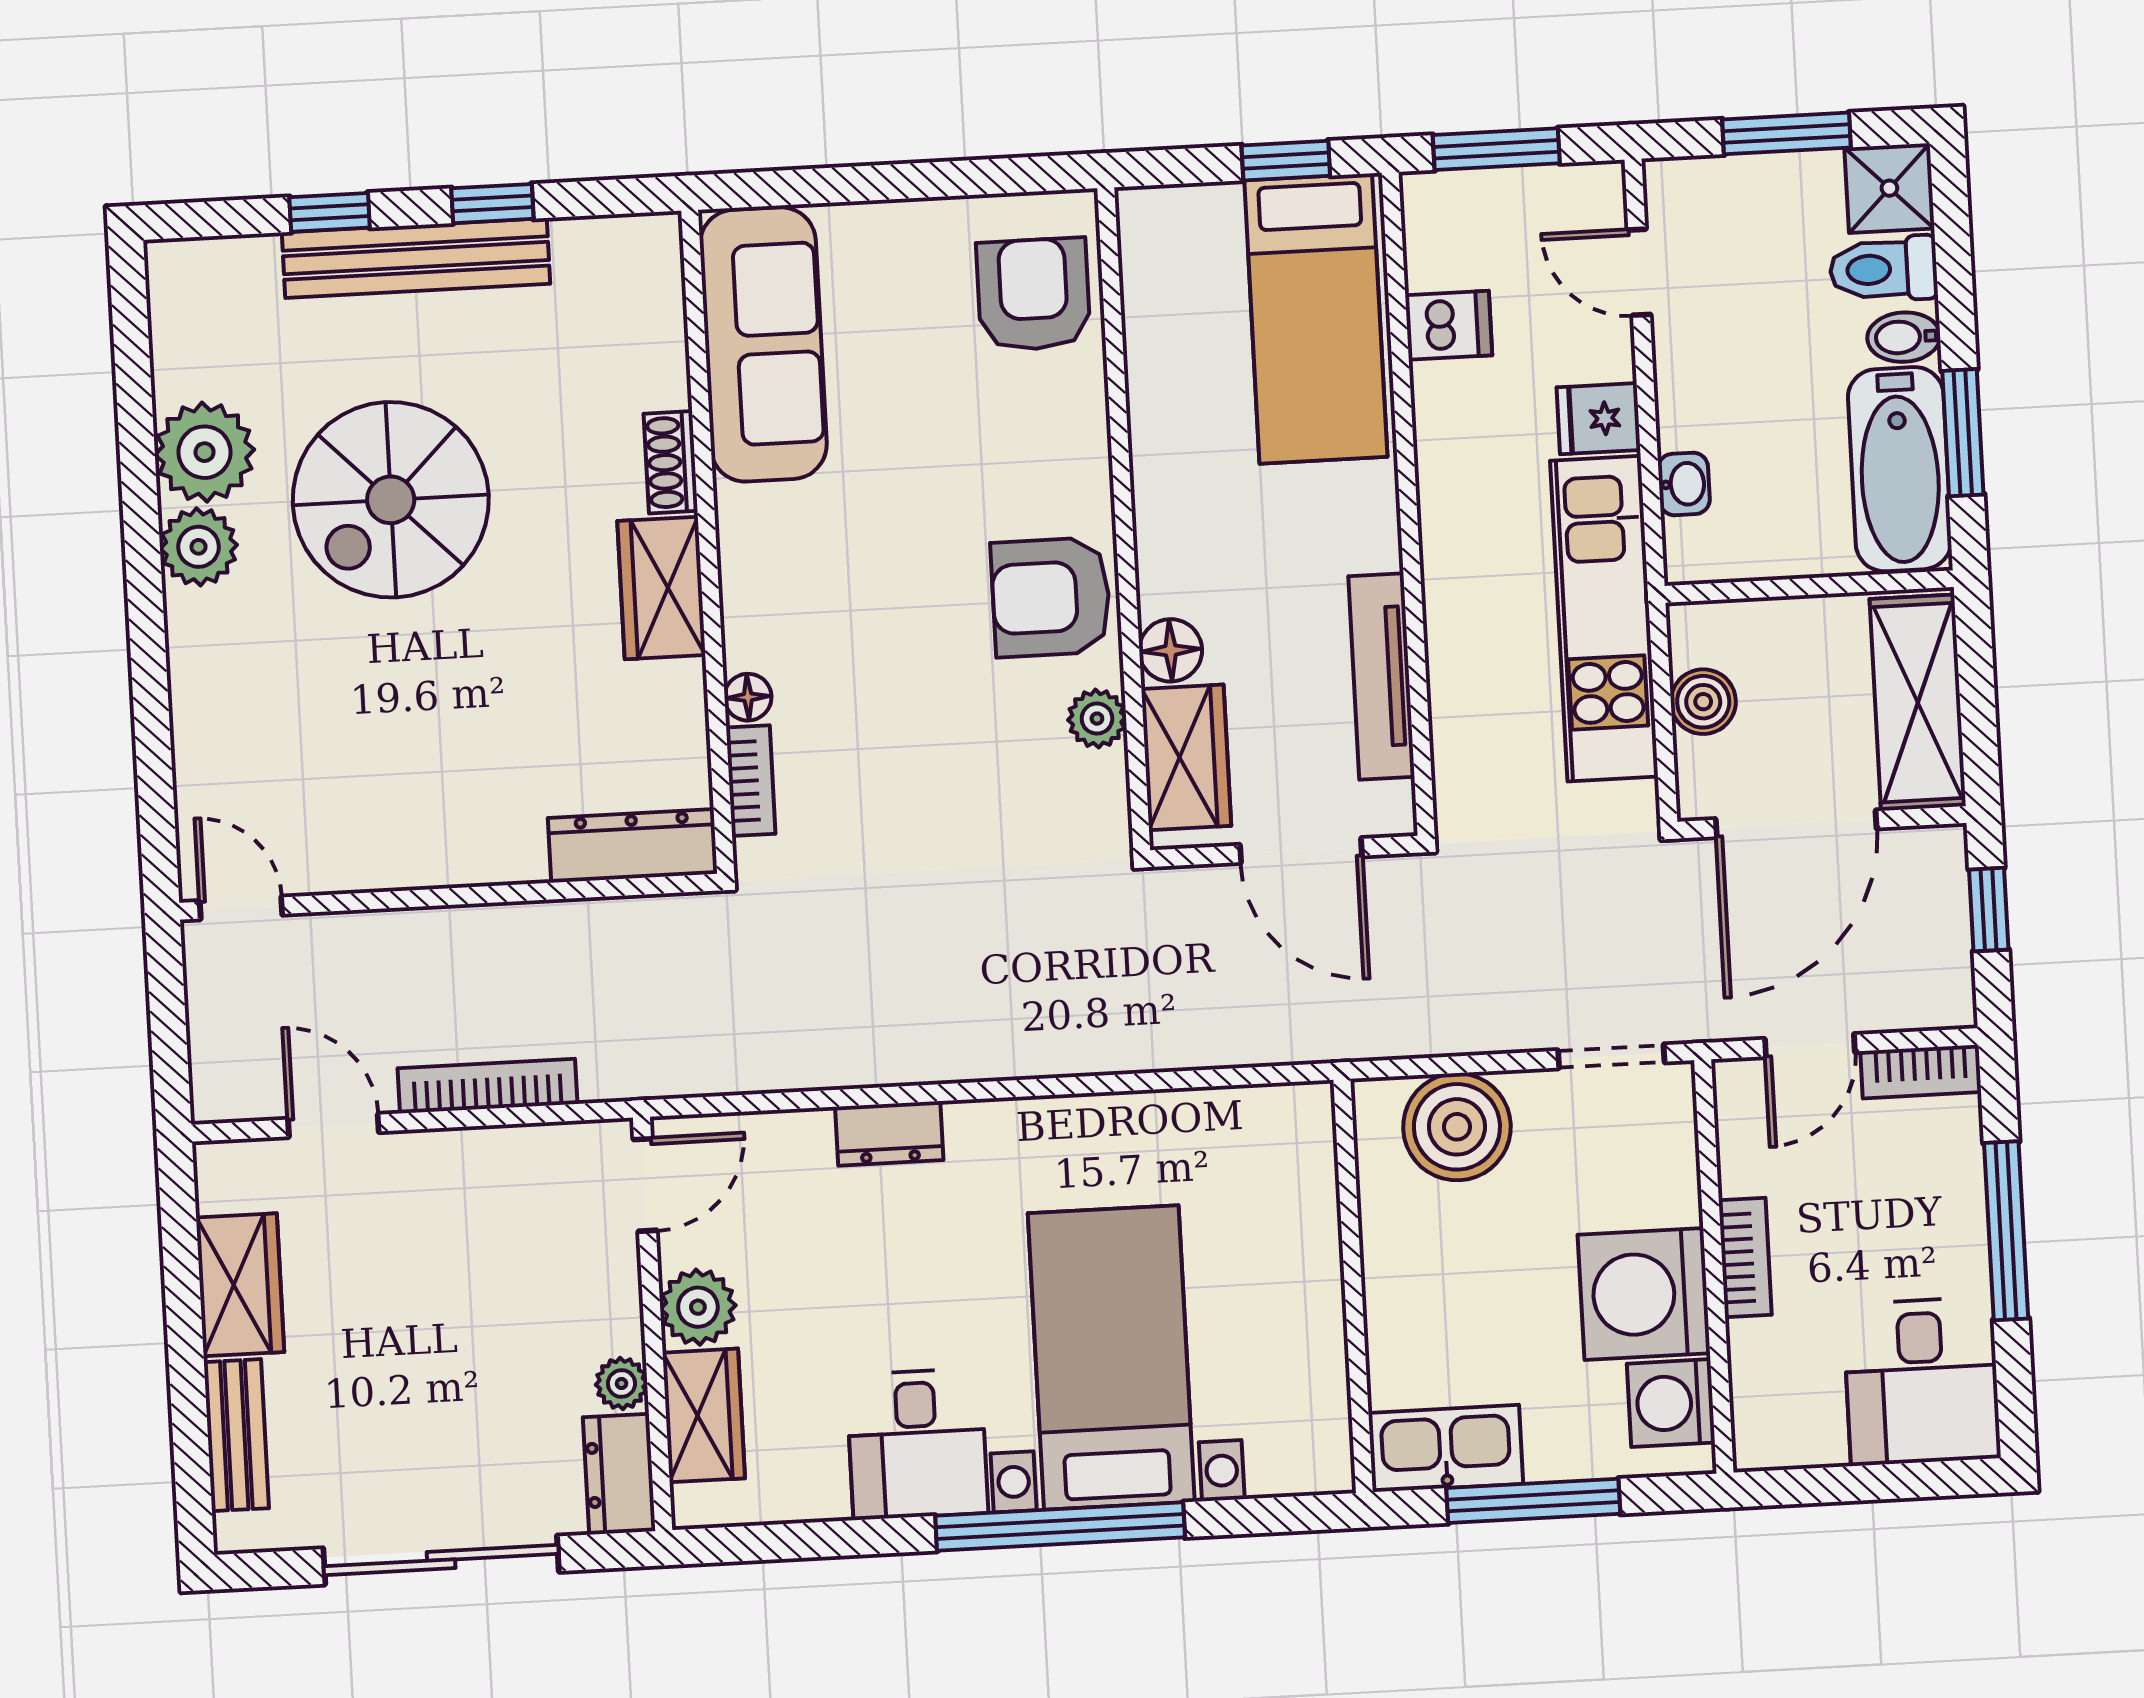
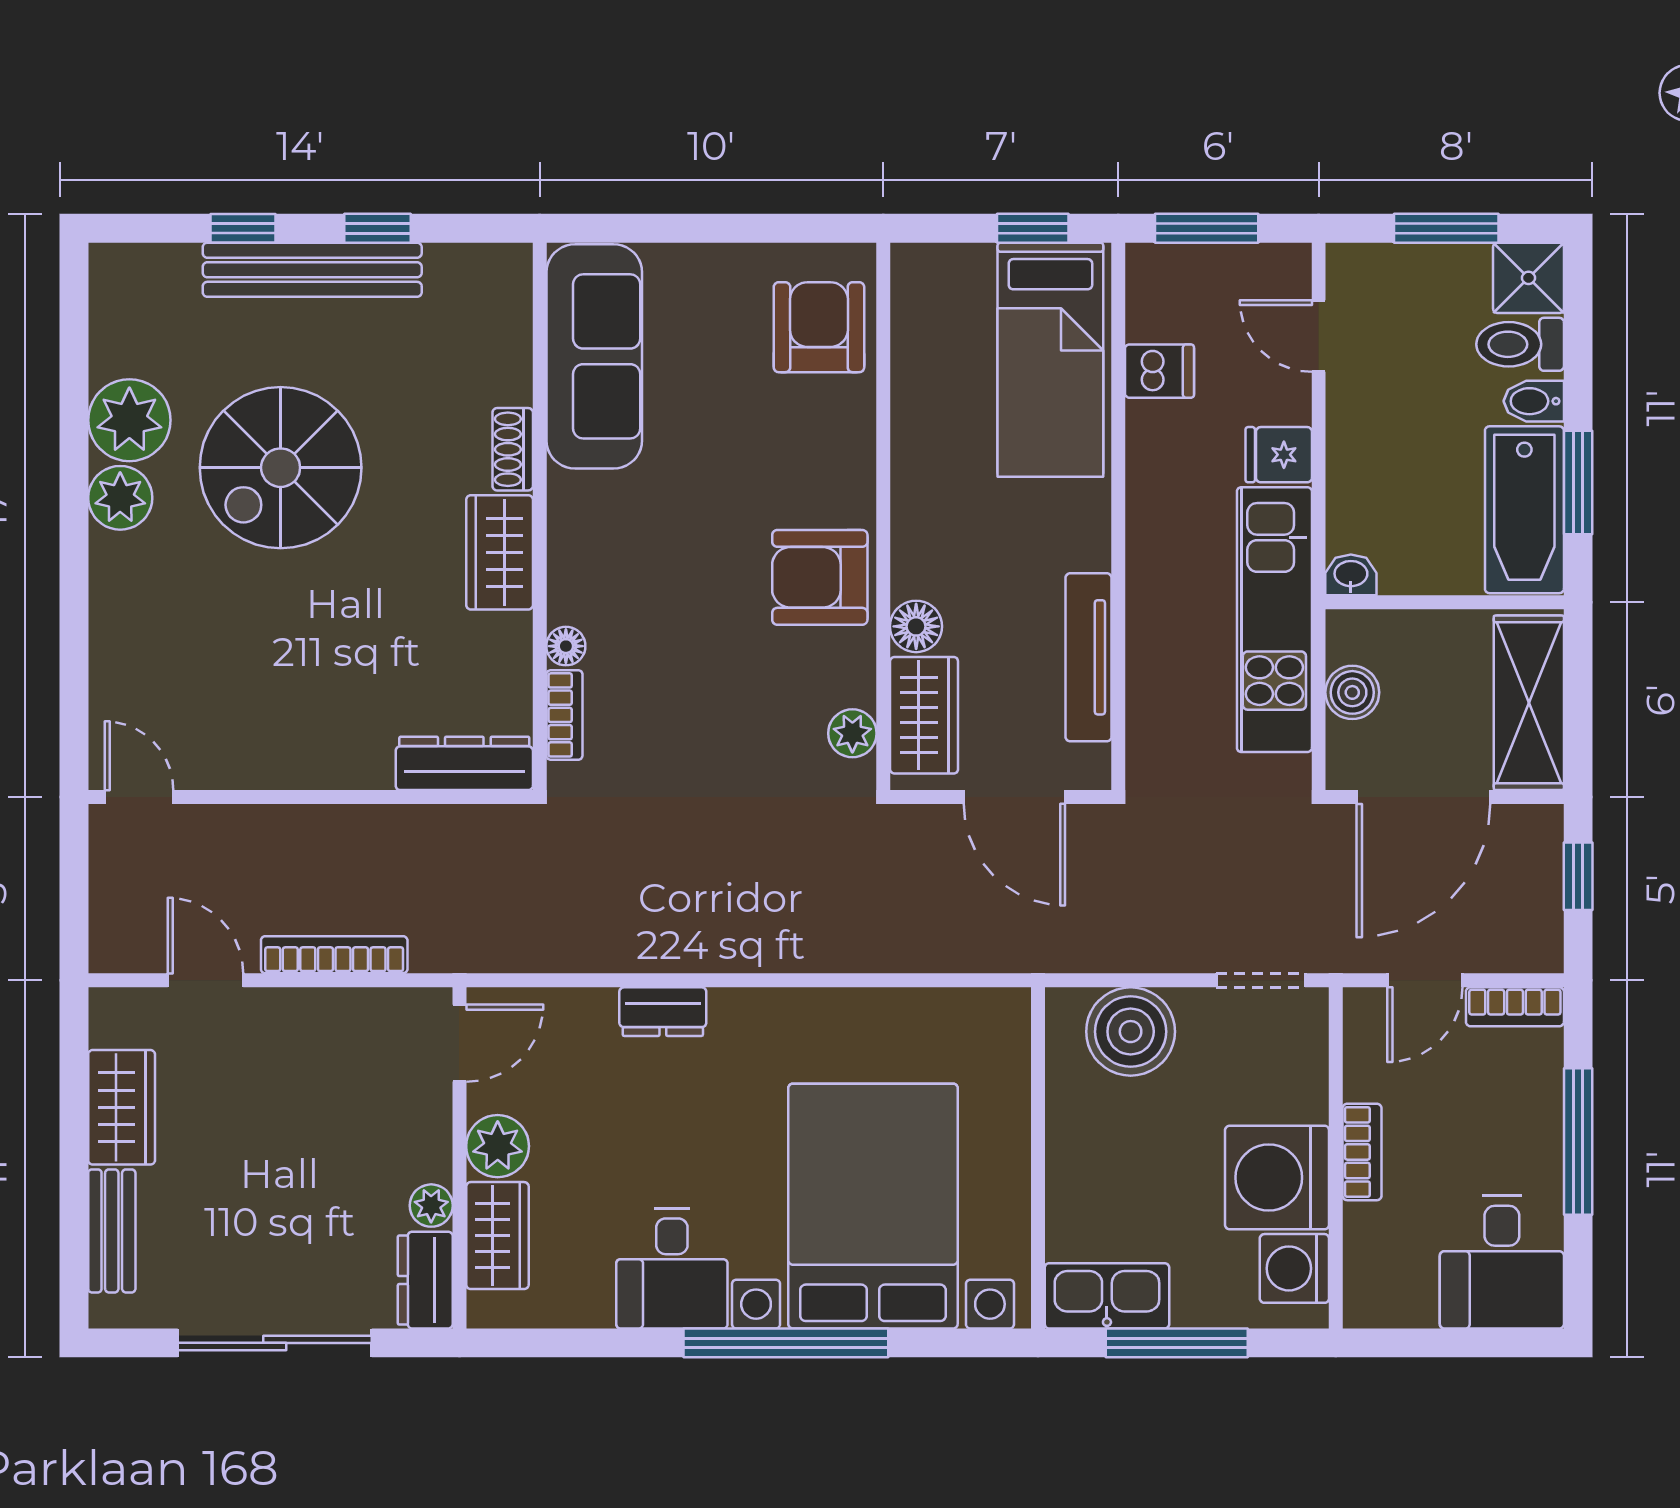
washbasin: (1684, 484) -> (1351, 575), moved, turned -90
plant: (1097, 719) -> (852, 733), moved
bed with nightstands: (1111, 1358) -> (873, 1206), width x1.36

